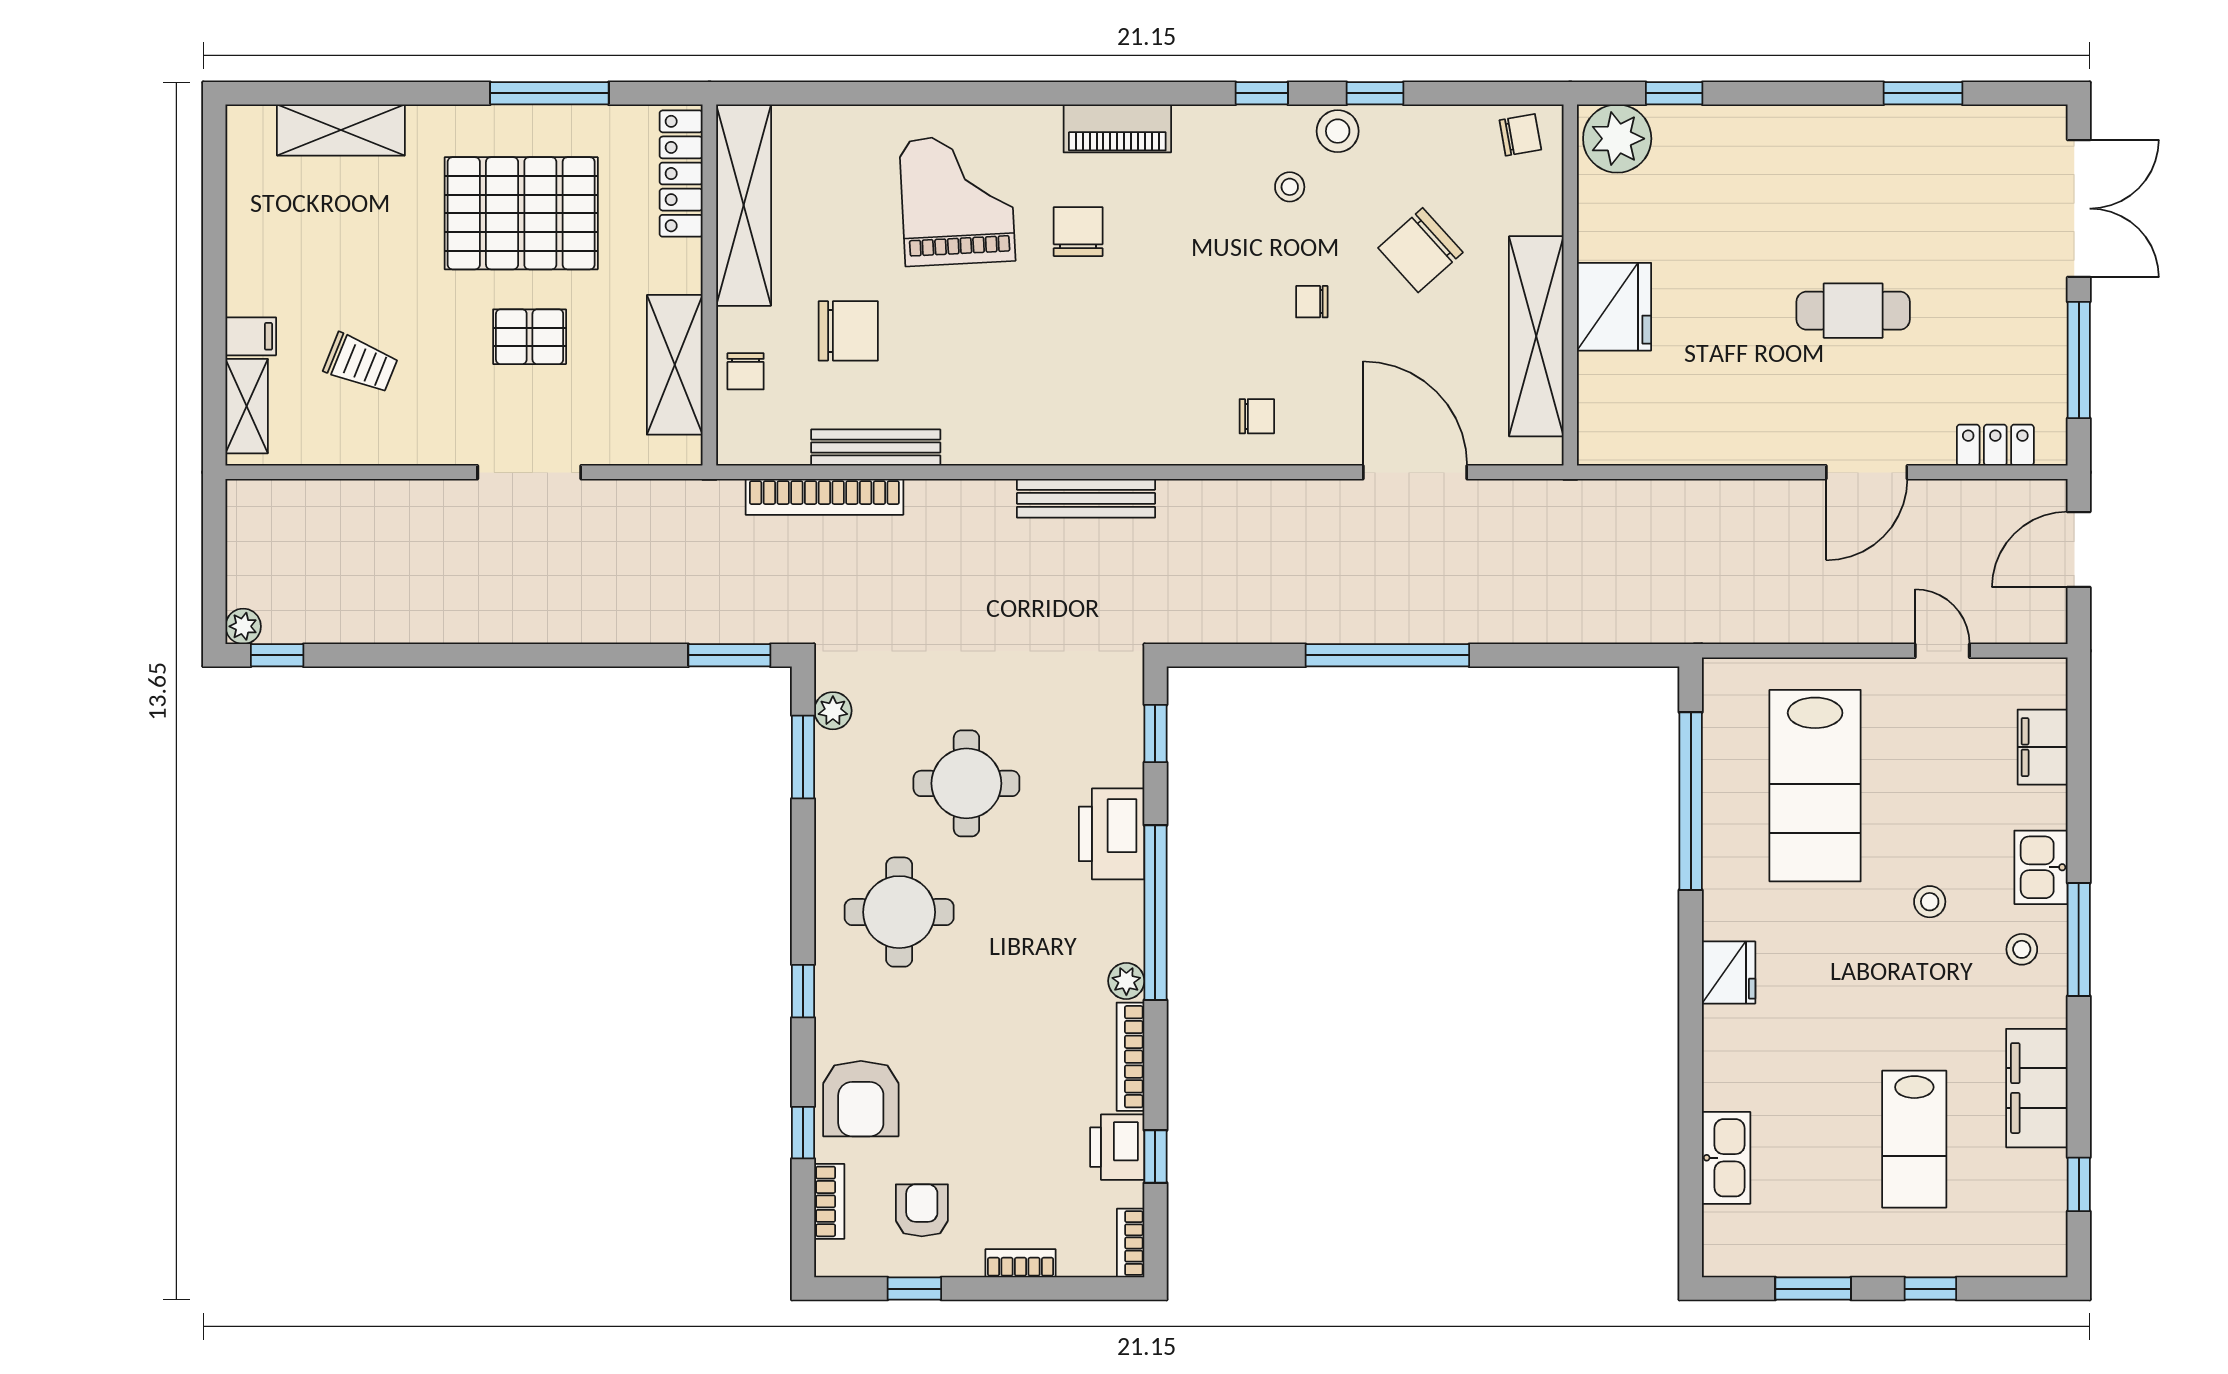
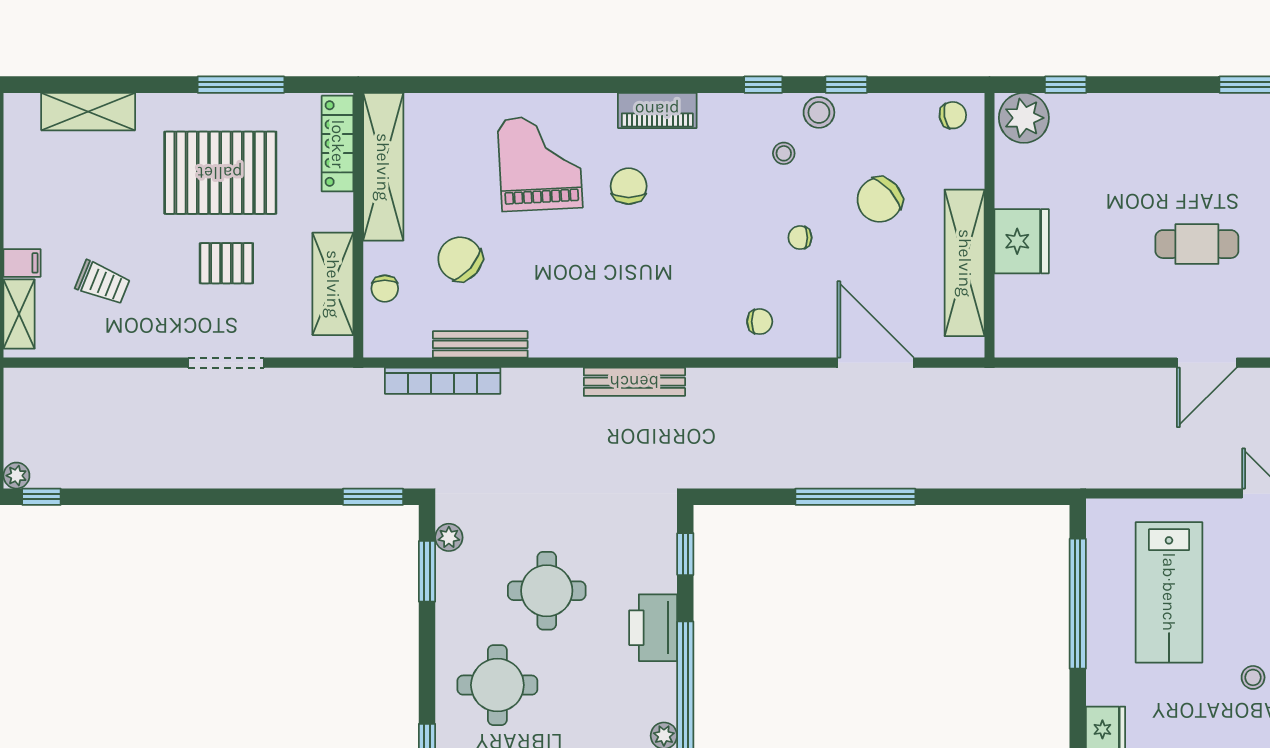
chair: (848, 331) -> (460, 259), turned -139

